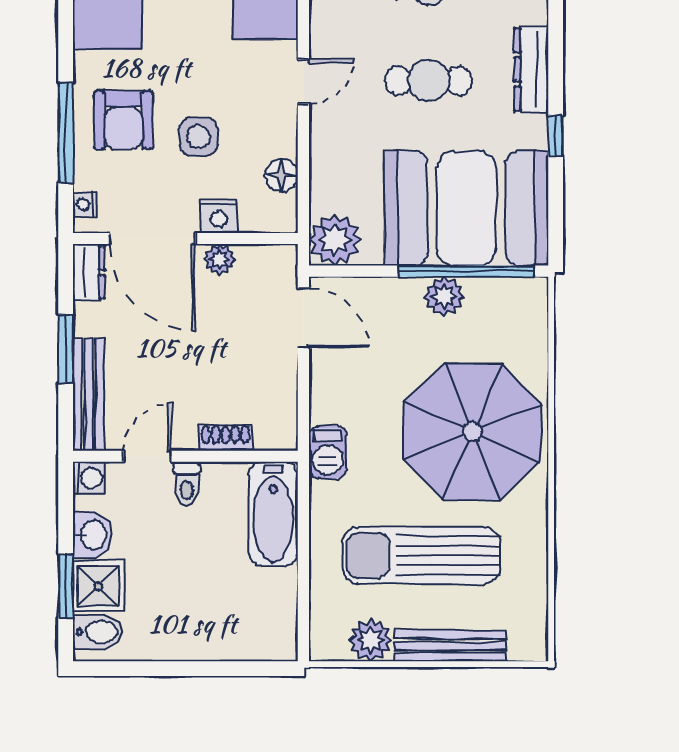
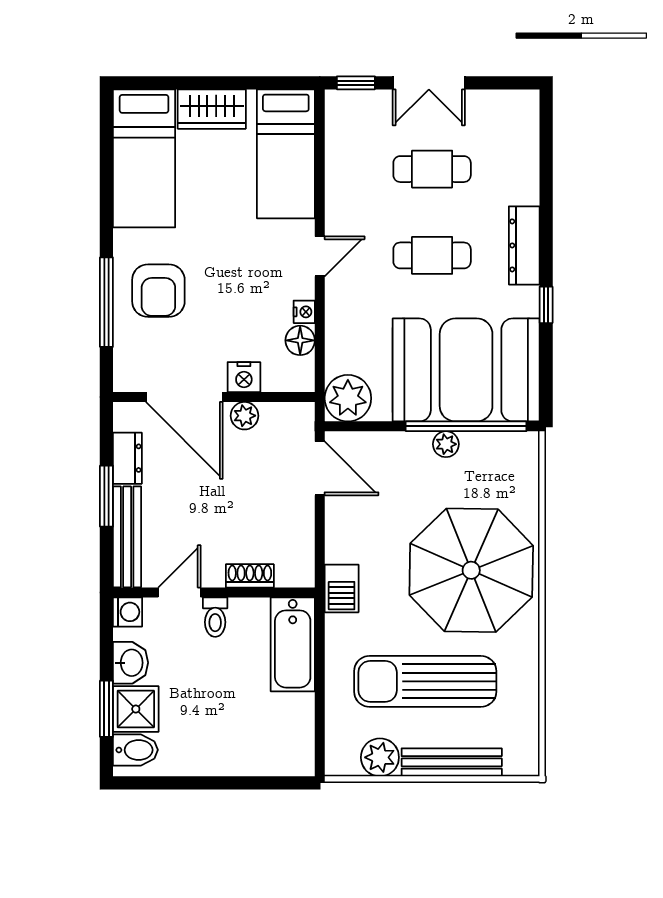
side table: (198, 137) -> (226, 306), removed
nightstand: (85, 205) -> (304, 312), moved, turned 180
dresser: (89, 272) -> (127, 458), moved
plant: (444, 296) -> (446, 444), width x0.73, depth x0.73

